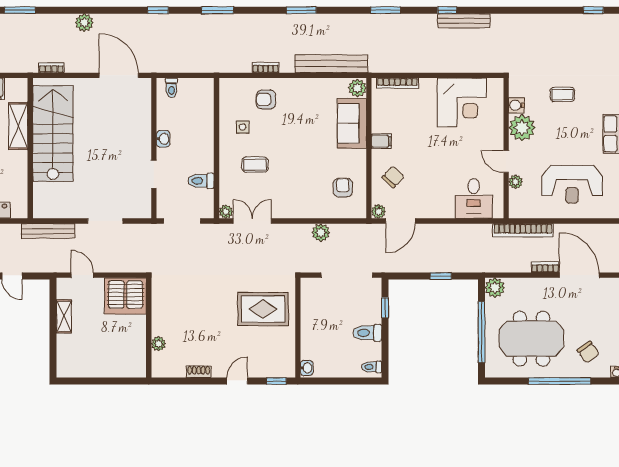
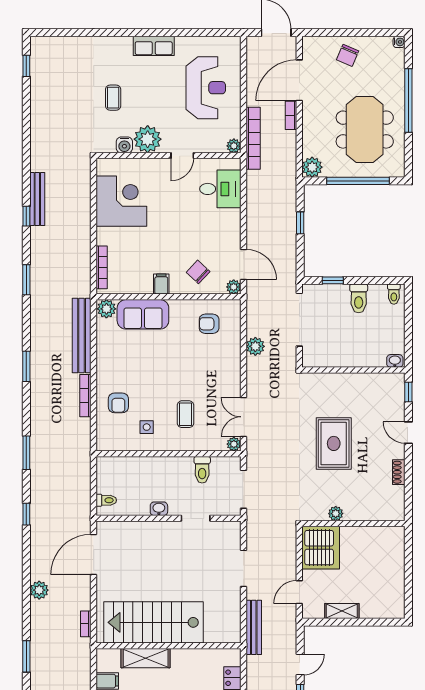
bookcase: (266, 68) -> (85, 396), width x1.56
plant: (516, 182) -> (234, 146), moved
rug: (263, 309) -> (334, 443), moved
plant: (159, 344) -> (336, 514), moved
chair: (588, 352) -> (348, 55), moved, turned 148

